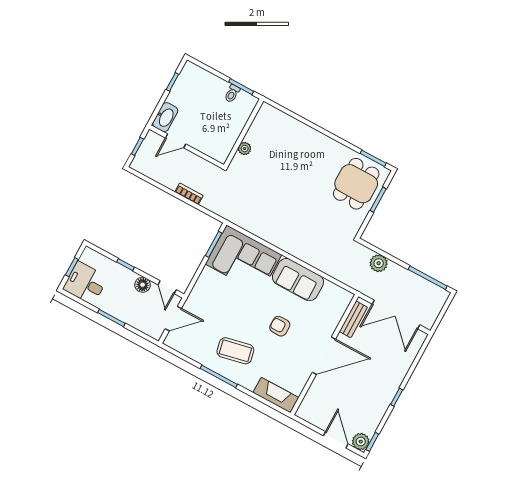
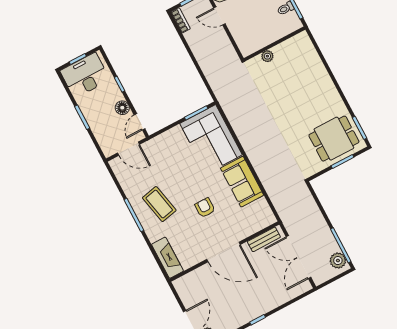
bookcase: (189, 194) -> (181, 20), moved
plant: (379, 263) -> (338, 261), moved
desk: (85, 283) -> (85, 75), width x1.37

